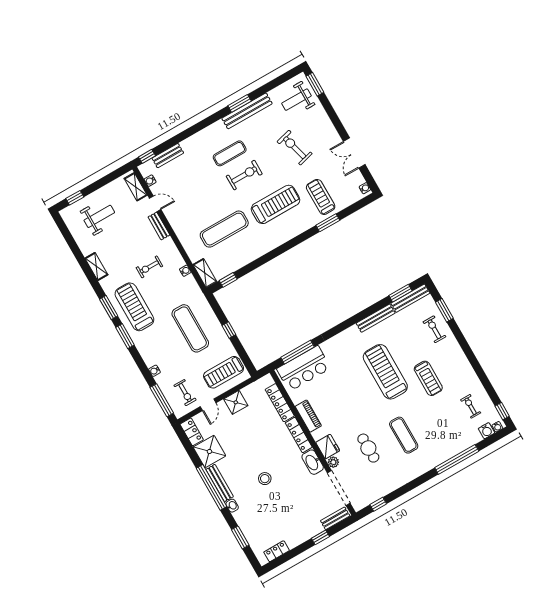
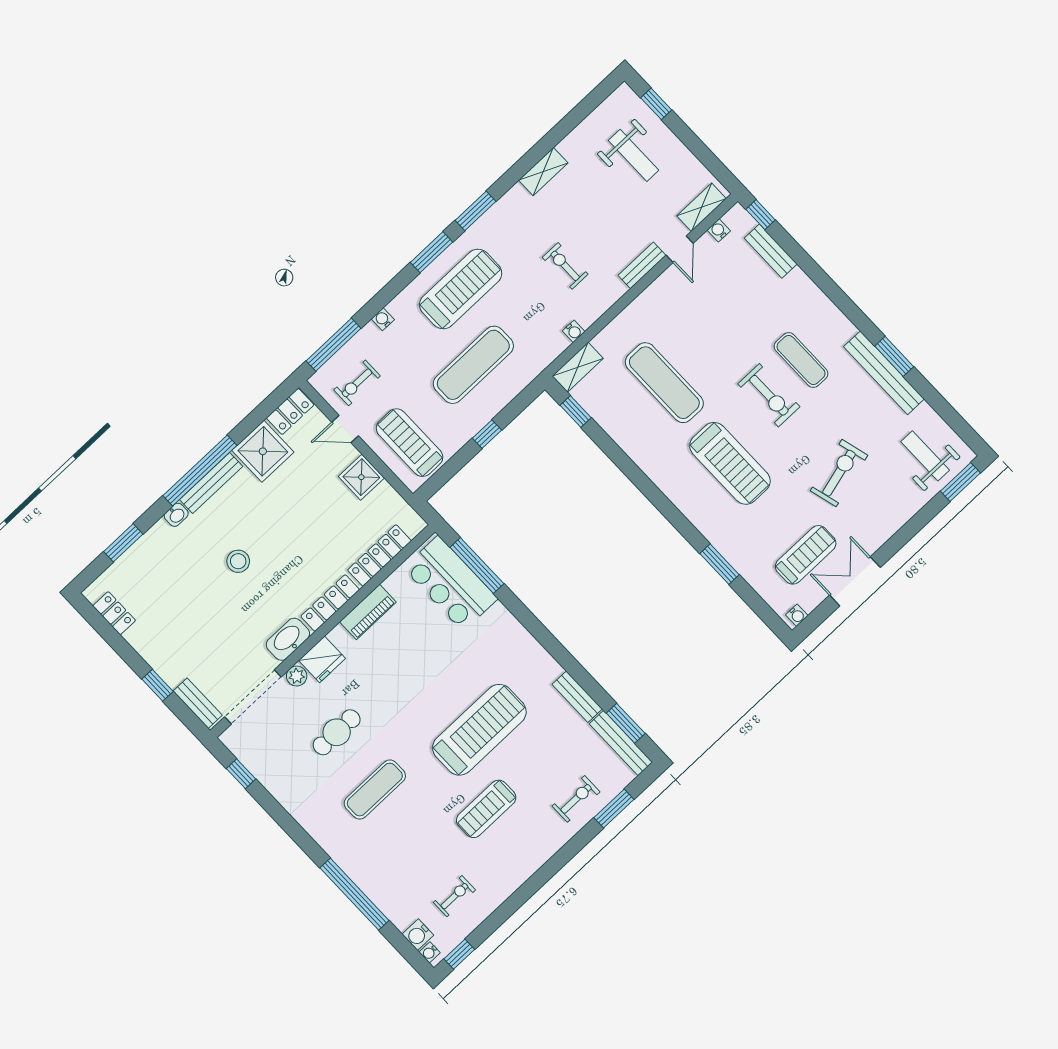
treadmill: (321, 197) -> (806, 555), moved
treadmill: (134, 307) -> (461, 289), moved
bench: (376, 318) -> (577, 697), width x0.73

